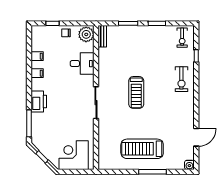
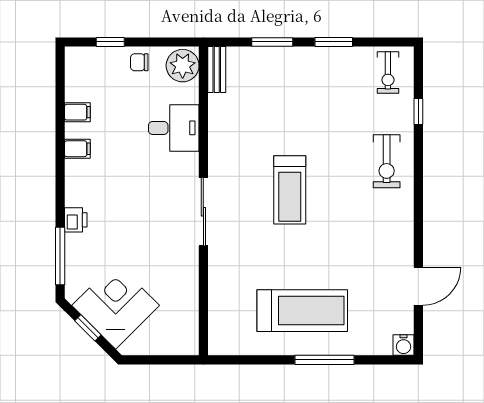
printer: (39, 101) -> (76, 220), width x0.53, depth x0.68
treadmill: (142, 149) -> (302, 311), turned 180
corner desk: (74, 155) -> (116, 305), moved, turned 45

